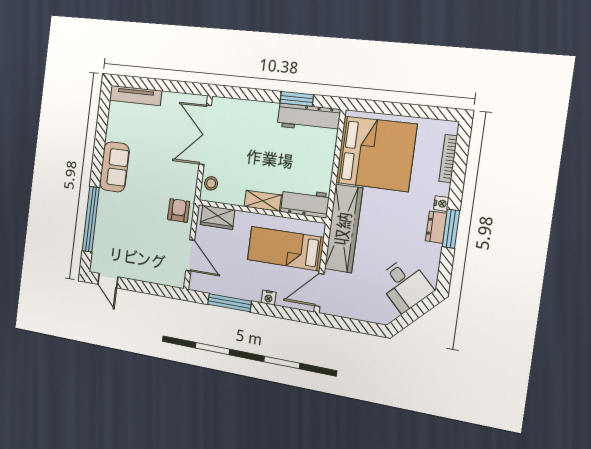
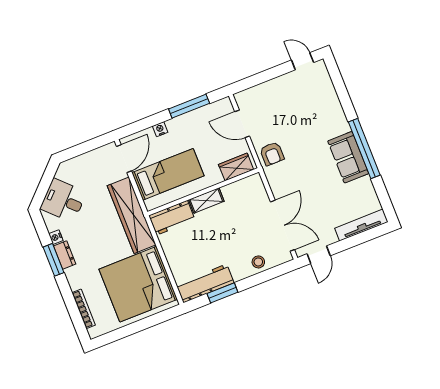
door: (187, 88) -> (319, 255), added
stool: (211, 183) -> (258, 262), moved
nightstand: (441, 204) -> (56, 237), moved
window: (91, 219) -> (364, 148), moved

